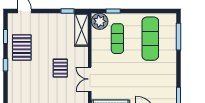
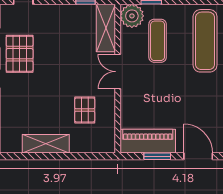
pallet: (60, 68) -> (85, 110), moved
double door: (90, 79) -> (118, 72), moved

